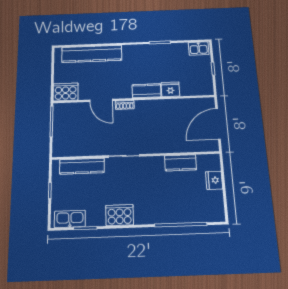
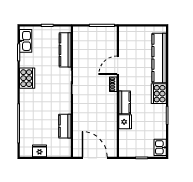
cooker: (66, 92) -> (159, 94), moved, turned 180
fridge: (214, 180) -> (39, 151), moved

